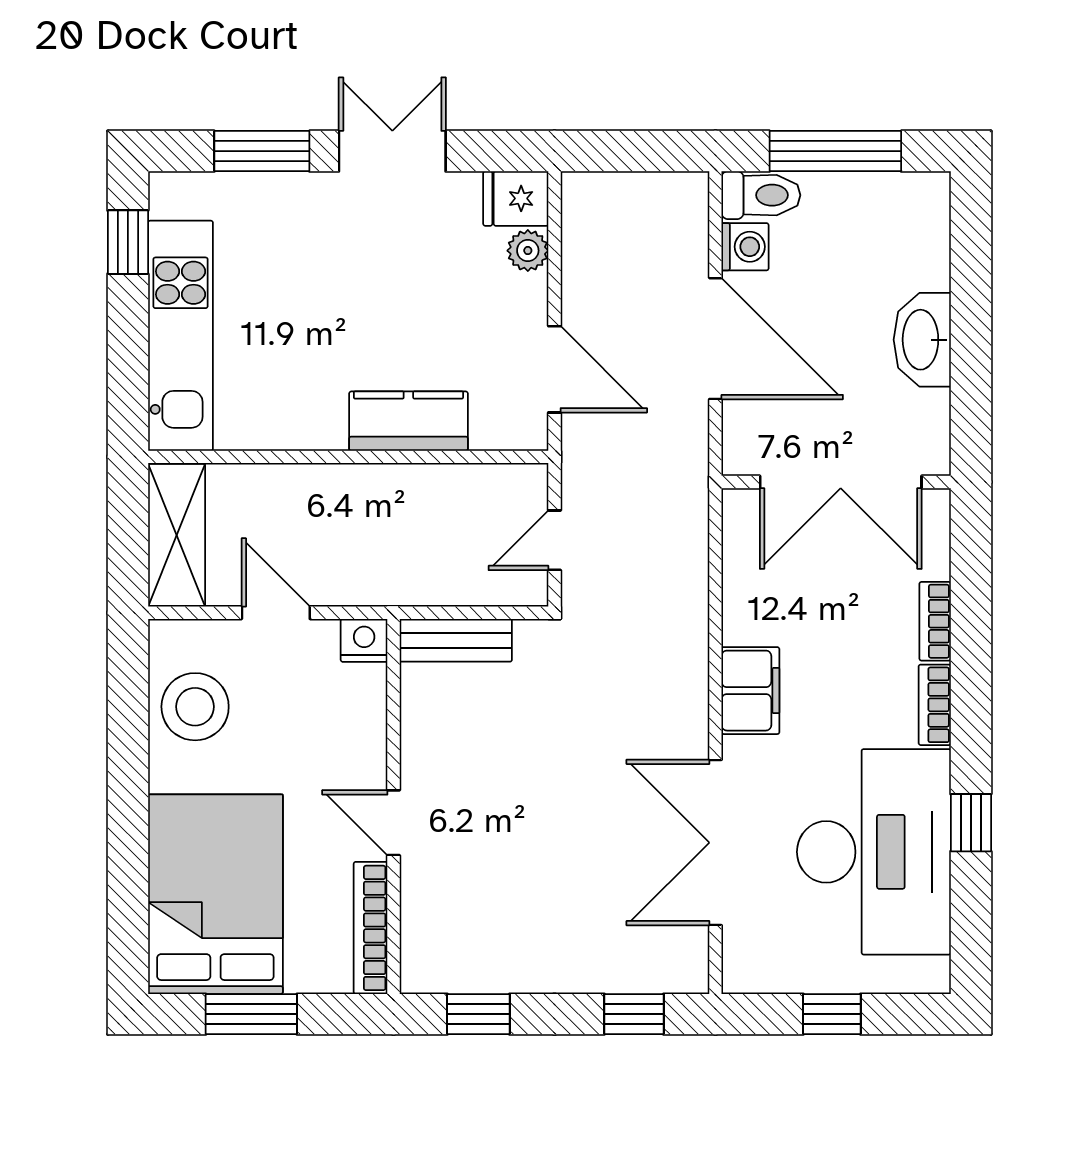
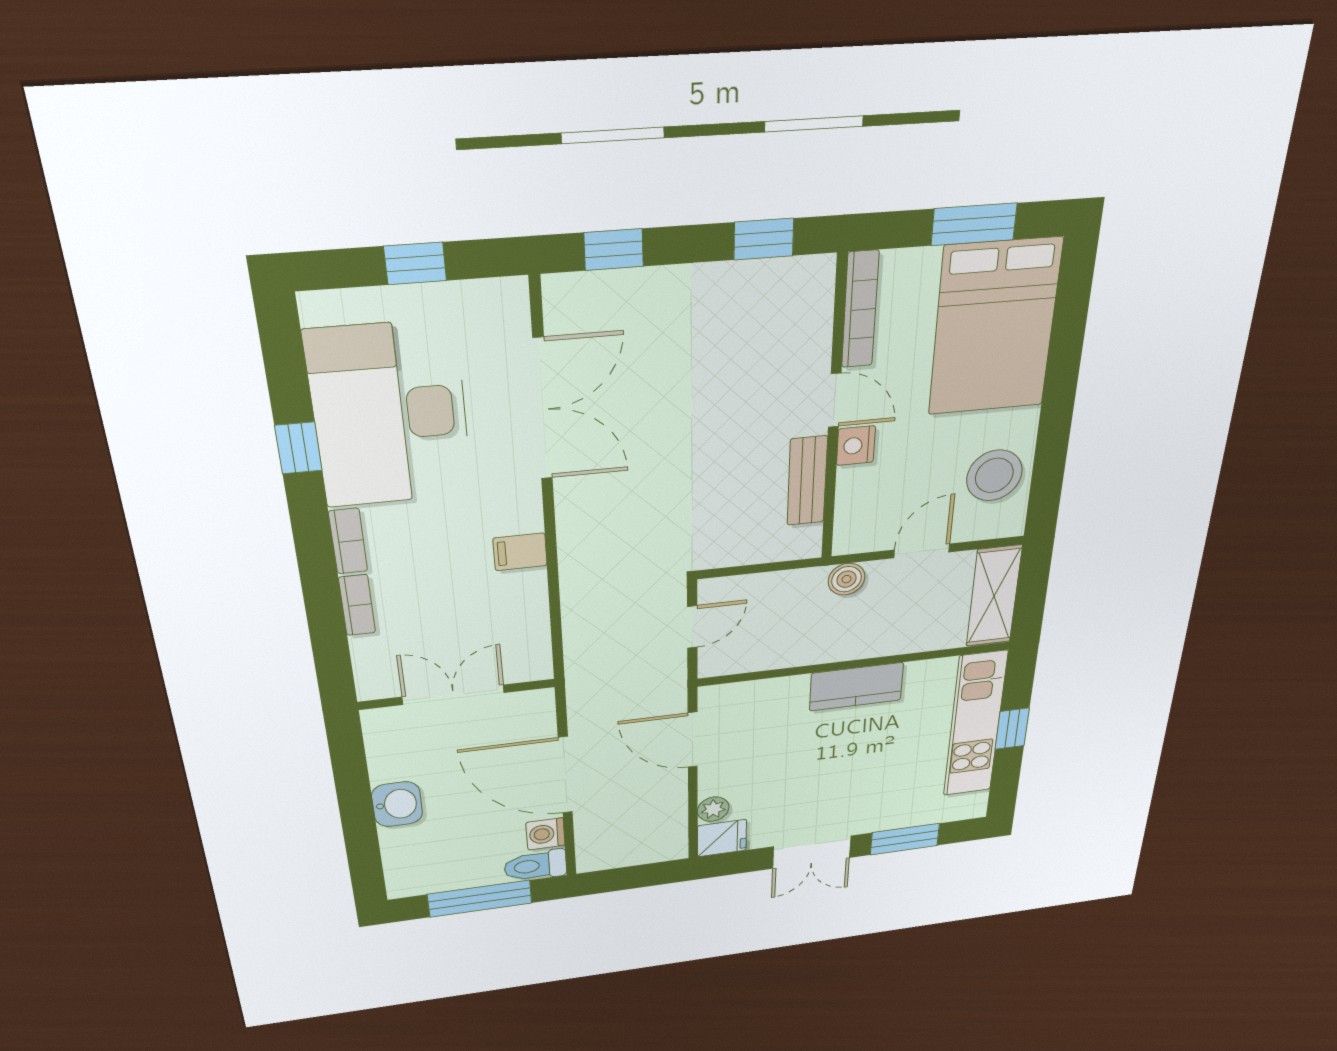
window: (128, 242) -> (1012, 729), moved
washbasin: (922, 340) -> (397, 804), width x0.72
kitchen counter: (408, 421) -> (856, 687), moved
double door: (841, 482) -> (453, 695), width x0.73
boiler: (367, 584) -> (847, 579), added
door: (276, 613) -> (922, 551), swing flipped
nightstand: (364, 640) -> (856, 446), moved, turned 90
bench: (456, 640) -> (807, 481), moved, turned 90
filing cabinet: (750, 691) -> (520, 552), width x0.50

